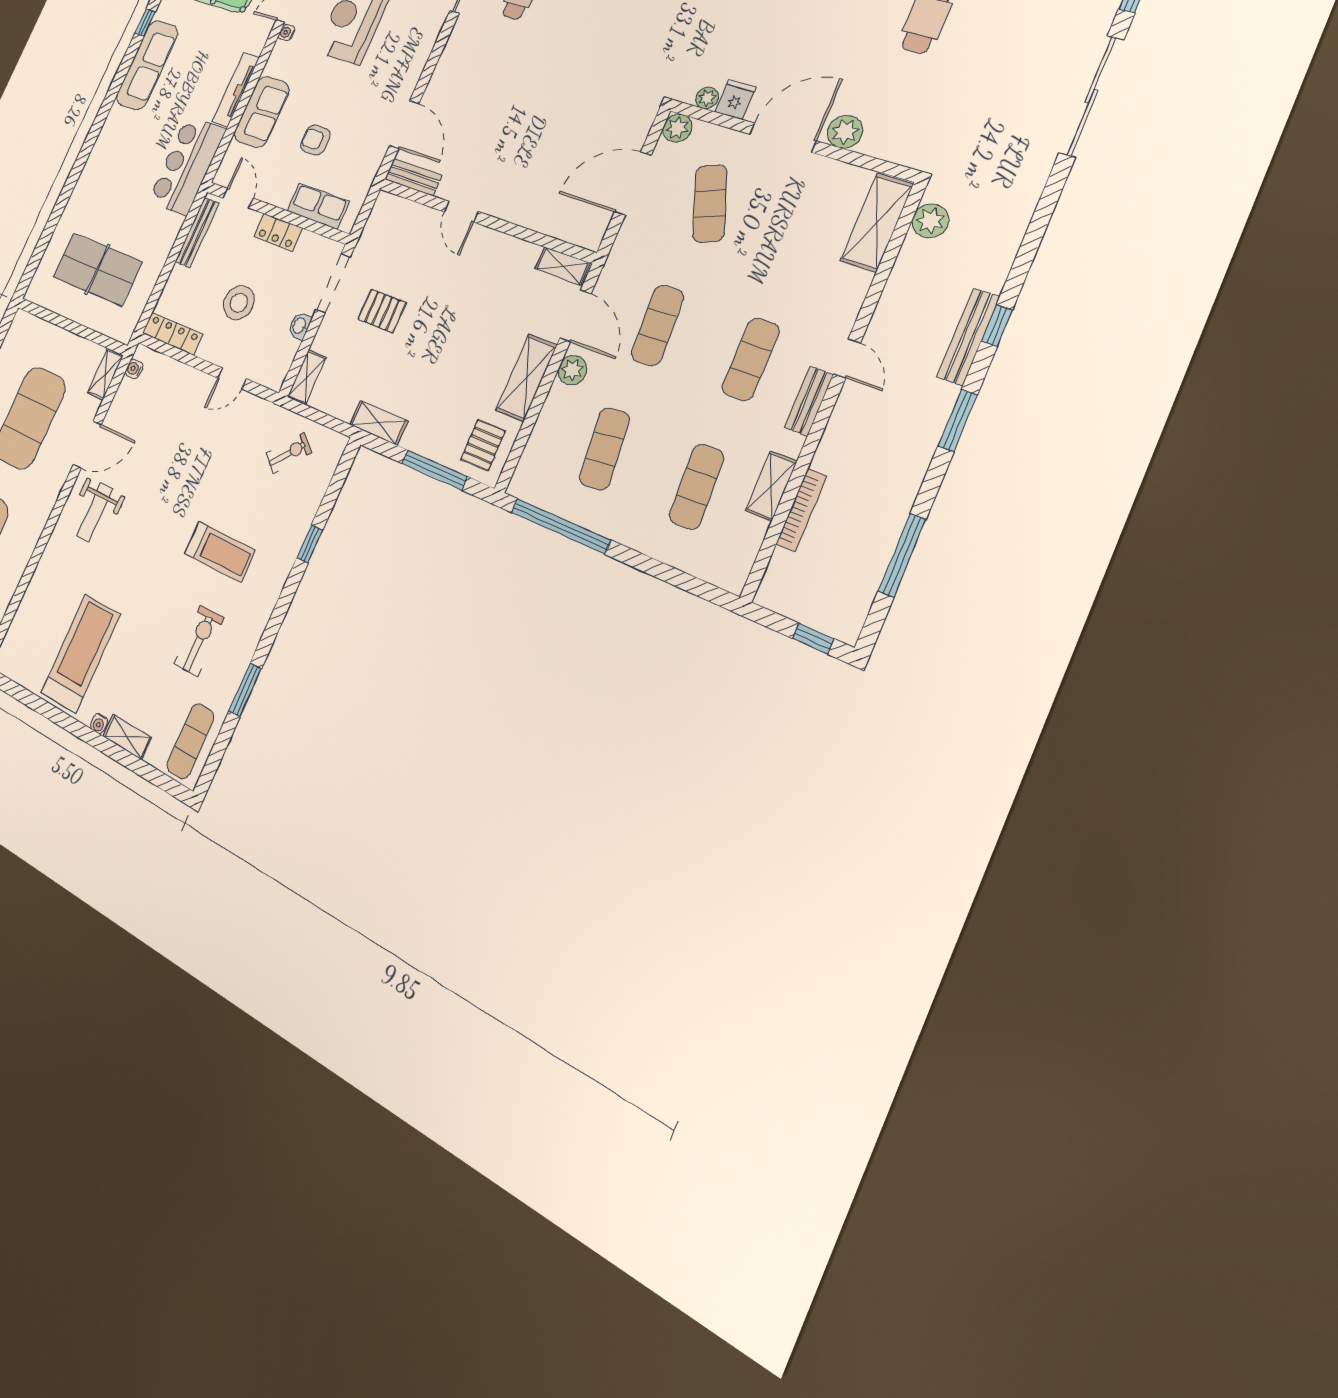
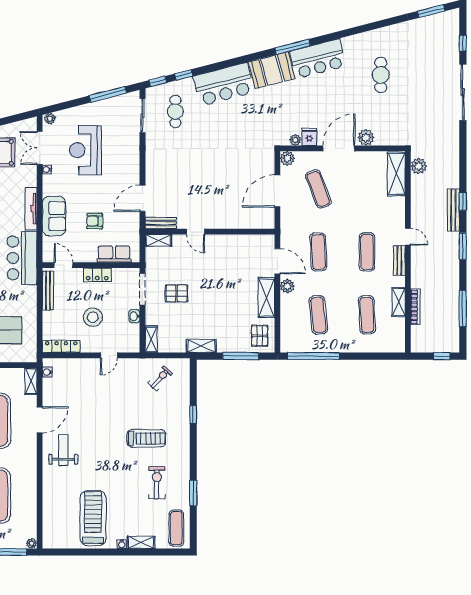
door: (404, 125) -> (143, 198), swing flipped
shelving: (563, 266) -> (158, 240), moved
weight bench: (95, 512) -> (63, 450), turned 180

